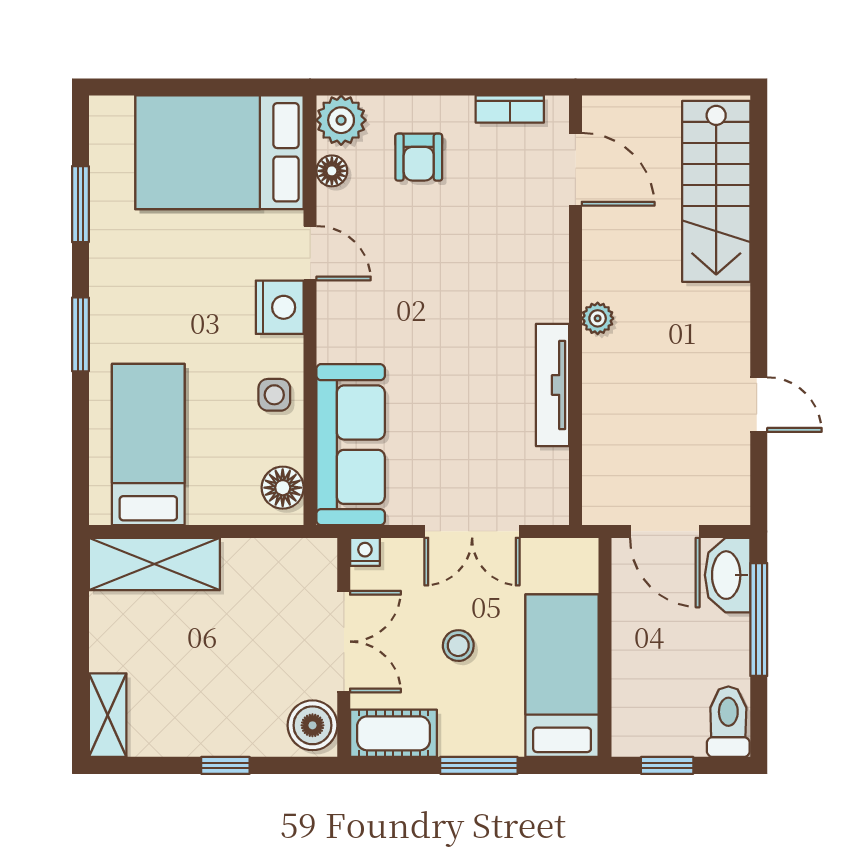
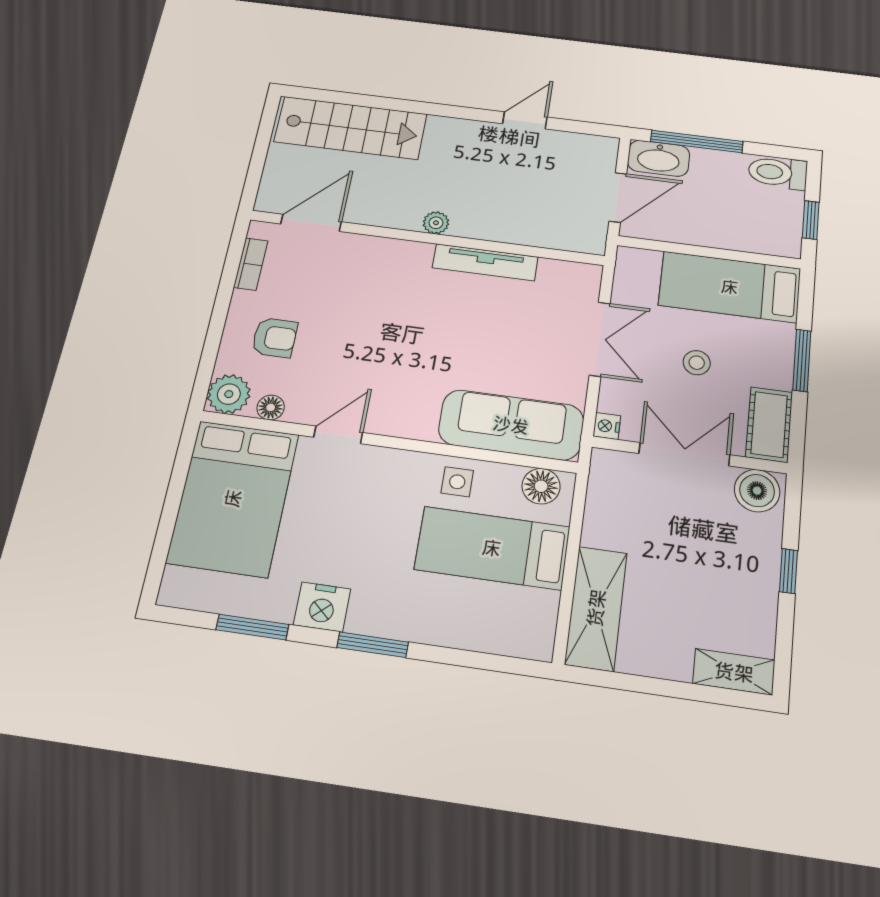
nightstand: (280, 307) -> (322, 607), moved, turned 180
bed: (148, 445) -> (492, 548), moved

